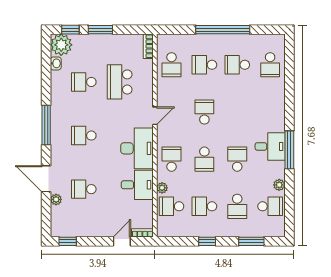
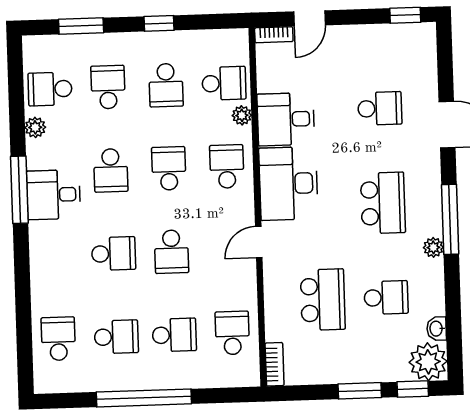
school desk: (237, 112) -> (114, 254), added
school desk: (84, 136) -> (383, 203), width x1.85
school desk: (172, 159) -> (227, 166), turned 180
plant: (56, 199) -> (433, 247), moved
school desk: (204, 206) -> (166, 85), turned 90

